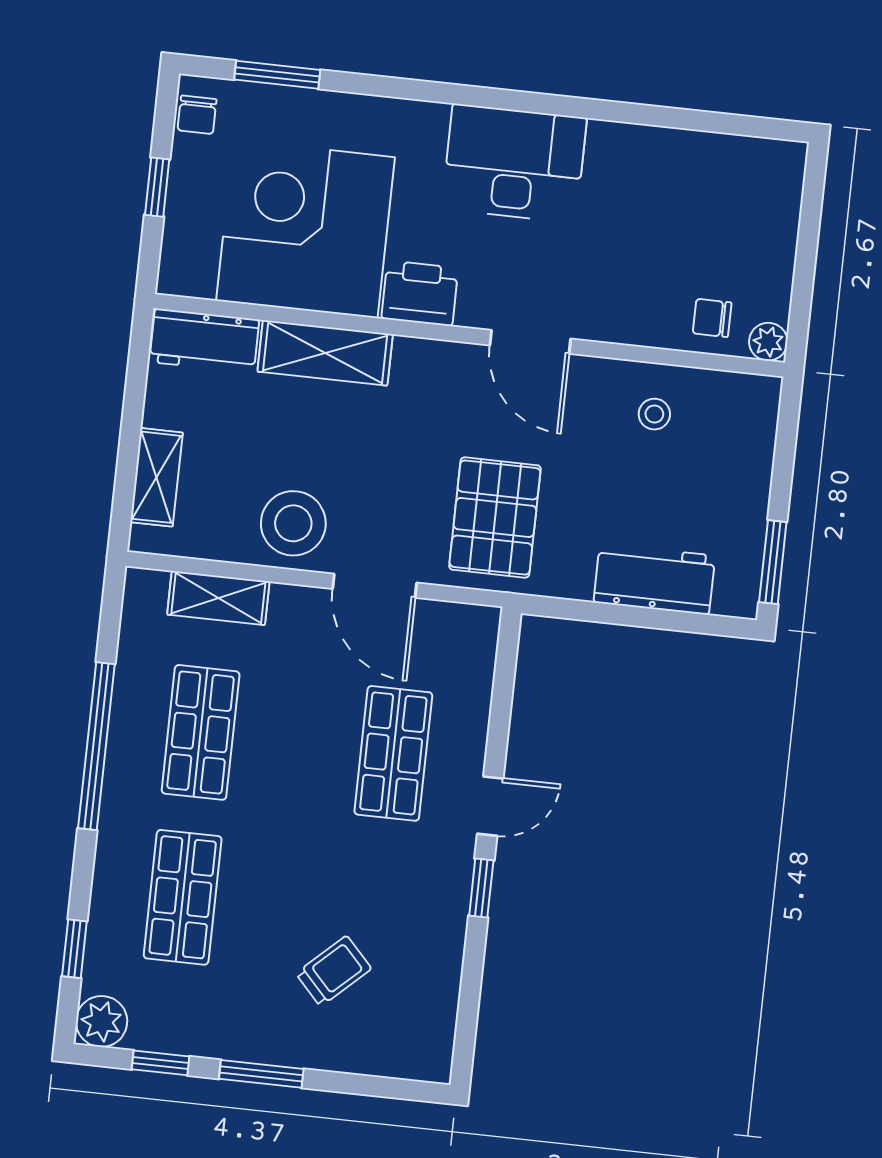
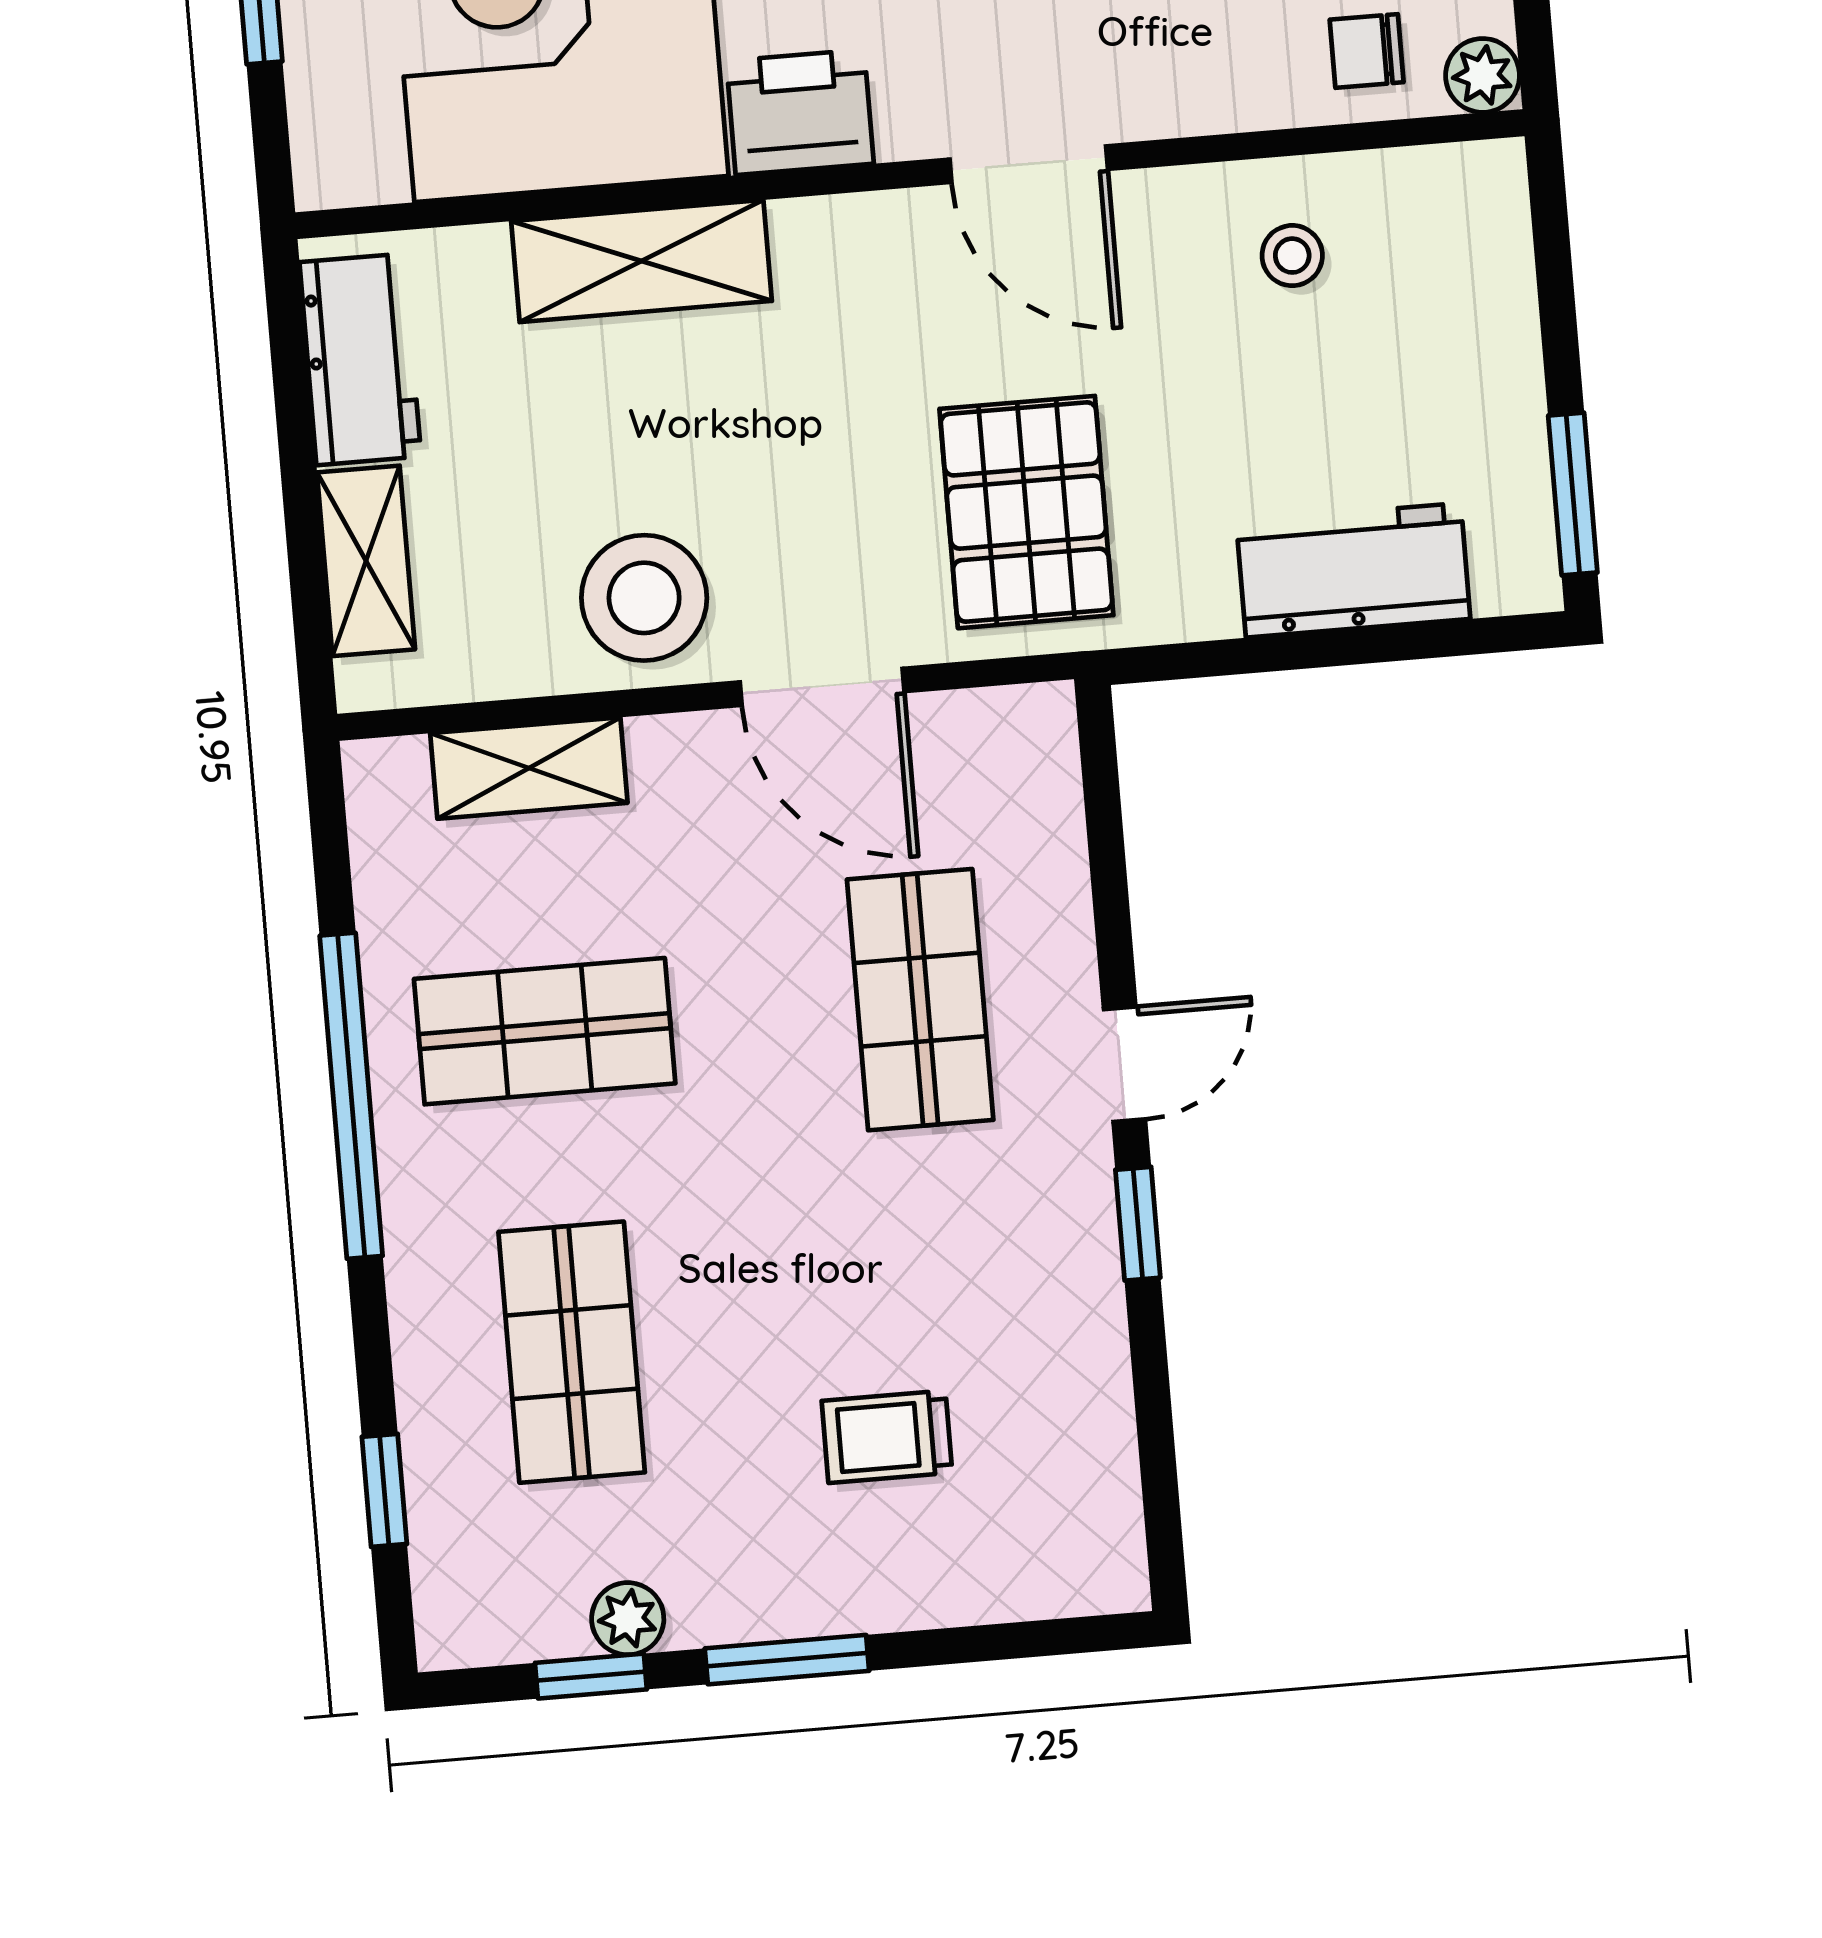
workbench: (204, 341) -> (360, 359), moved, turned -90
shop shelf: (201, 732) -> (545, 1031), turned 90
trolley: (334, 971) -> (887, 1437), turned -137
plant: (102, 1021) -> (628, 1619), moved, width x0.73, depth x0.73

